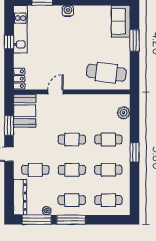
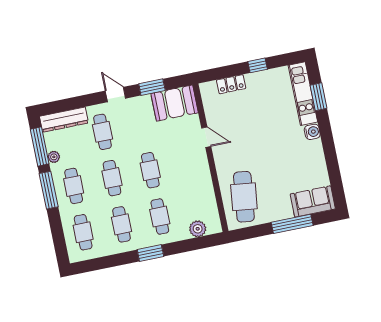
kitchen unit: (20, 29) -> (303, 94), moved, turned 90
window: (135, 40) -> (292, 224), width x1.44
locker: (19, 79) -> (231, 84), moved

